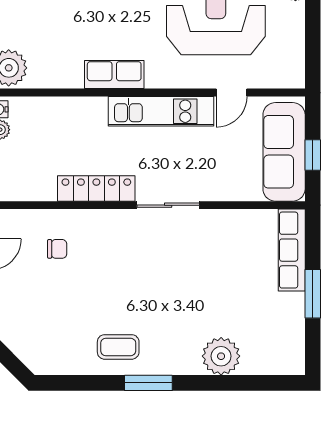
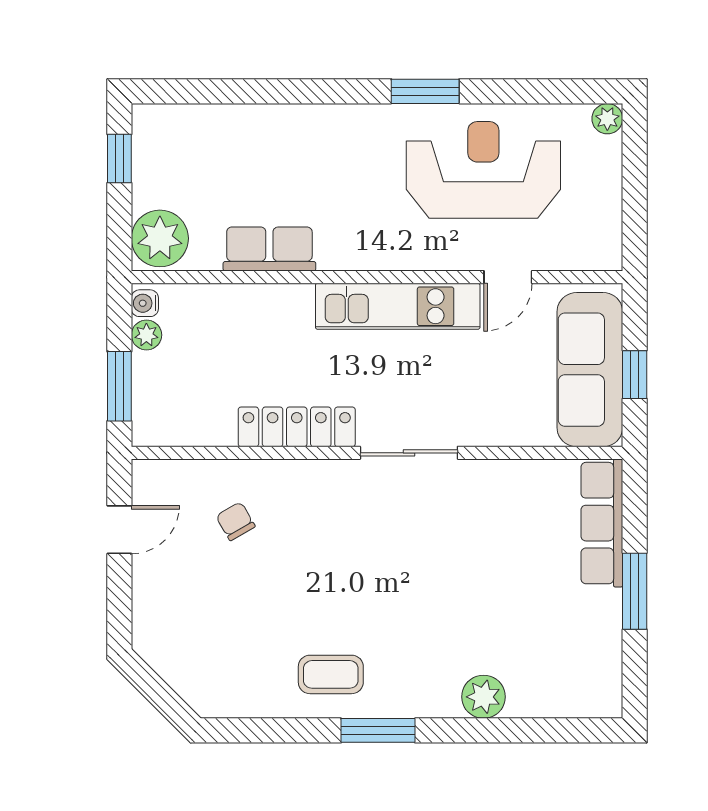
row of seats: (114, 75) -> (269, 249), moved
chair: (57, 249) -> (236, 521), turned -120
plant: (221, 356) -> (484, 697), width x0.73, depth x0.73

